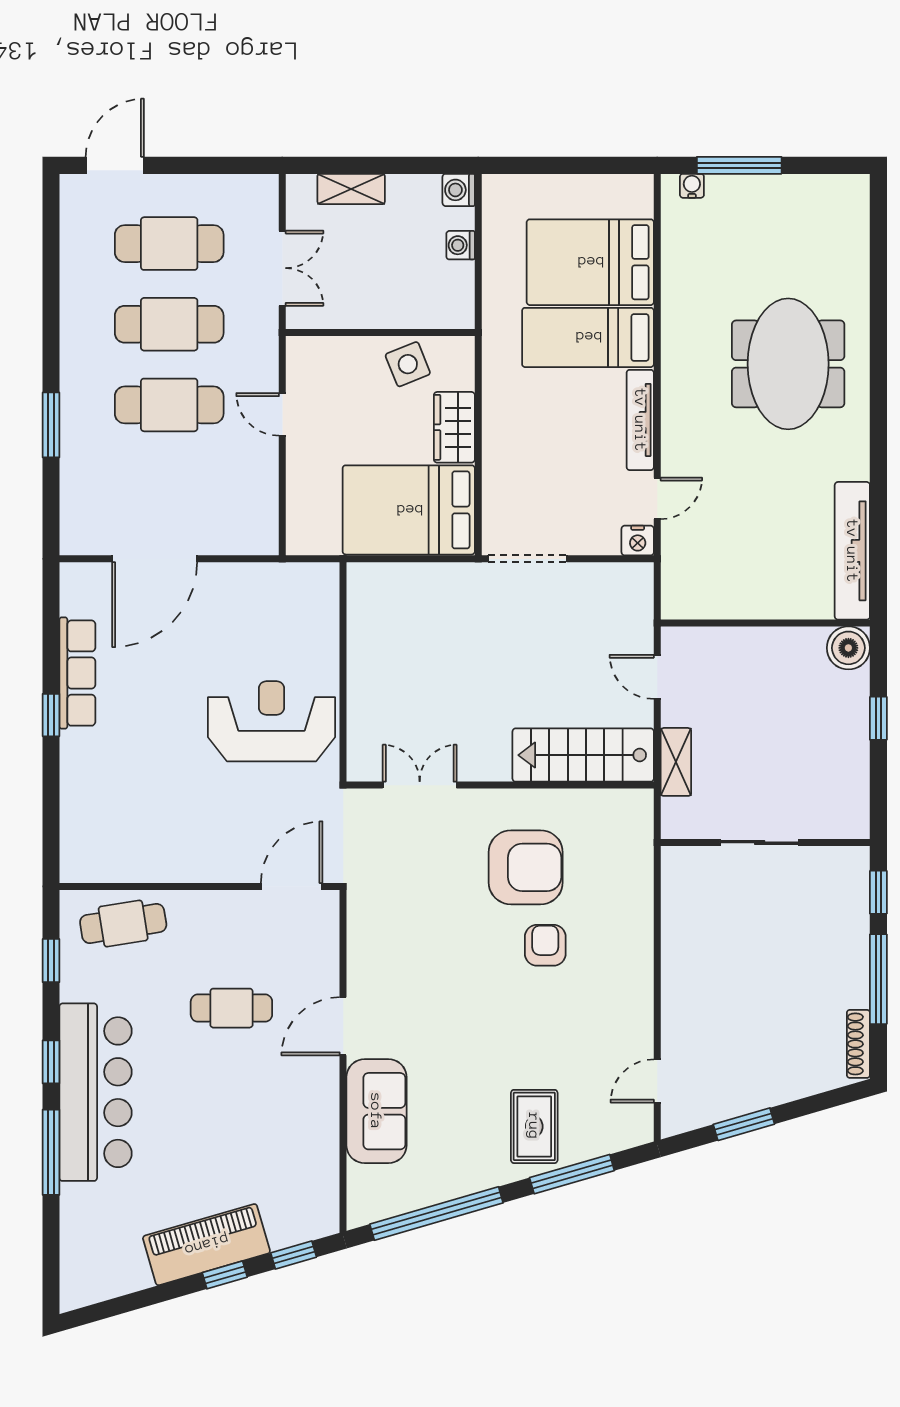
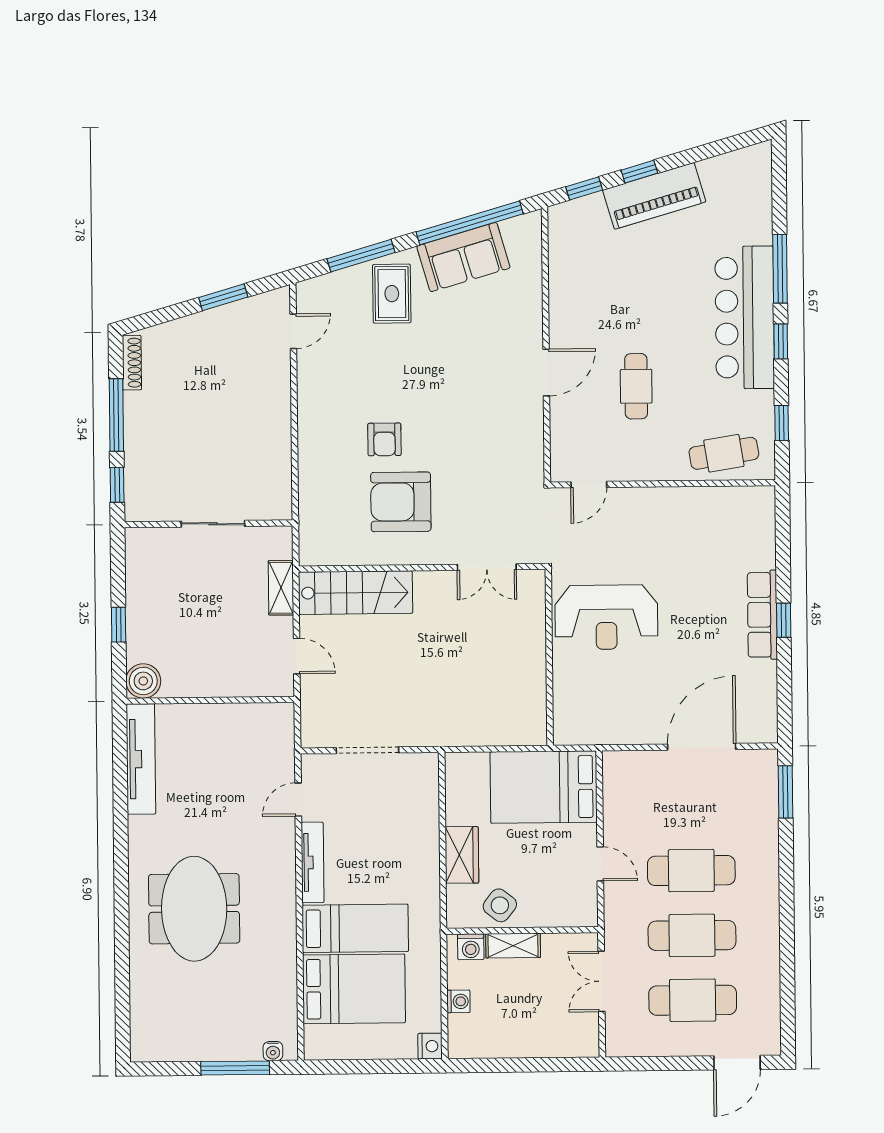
shelving: (351, 189) -> (513, 946), moved
washing machine: (459, 190) -> (471, 947), moved, turned 90
side table: (408, 364) -> (500, 905), turned -30
window: (51, 425) -> (785, 792), moved
bed: (409, 510) -> (544, 787), moved, turned 180
nightstand: (638, 541) -> (430, 1046), moved, turned 90
doorway: (528, 559) -> (367, 750), moved
row of seats: (77, 673) -> (762, 615), moved
door: (292, 886) -> (589, 485), width x0.73
cafe table: (231, 1008) -> (636, 386), turned 90
sofa: (376, 1111) -> (463, 257), moved, turned -106

